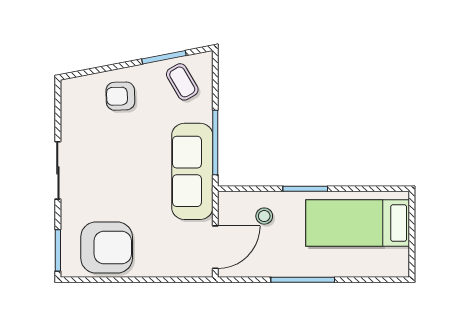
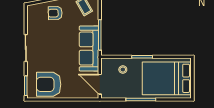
bed: (358, 223) -> (167, 78), width x1.50
door: (215, 247) -> (100, 84), swing flipped
armchair: (107, 248) -> (49, 84), turned 180

